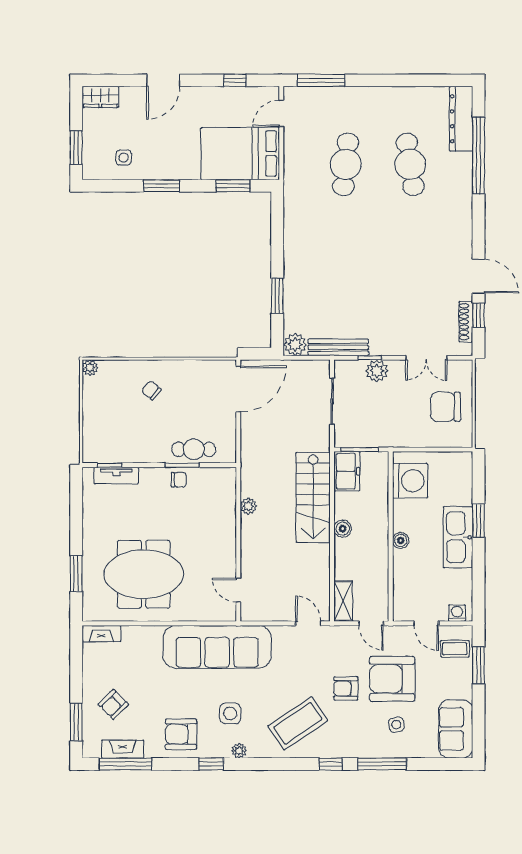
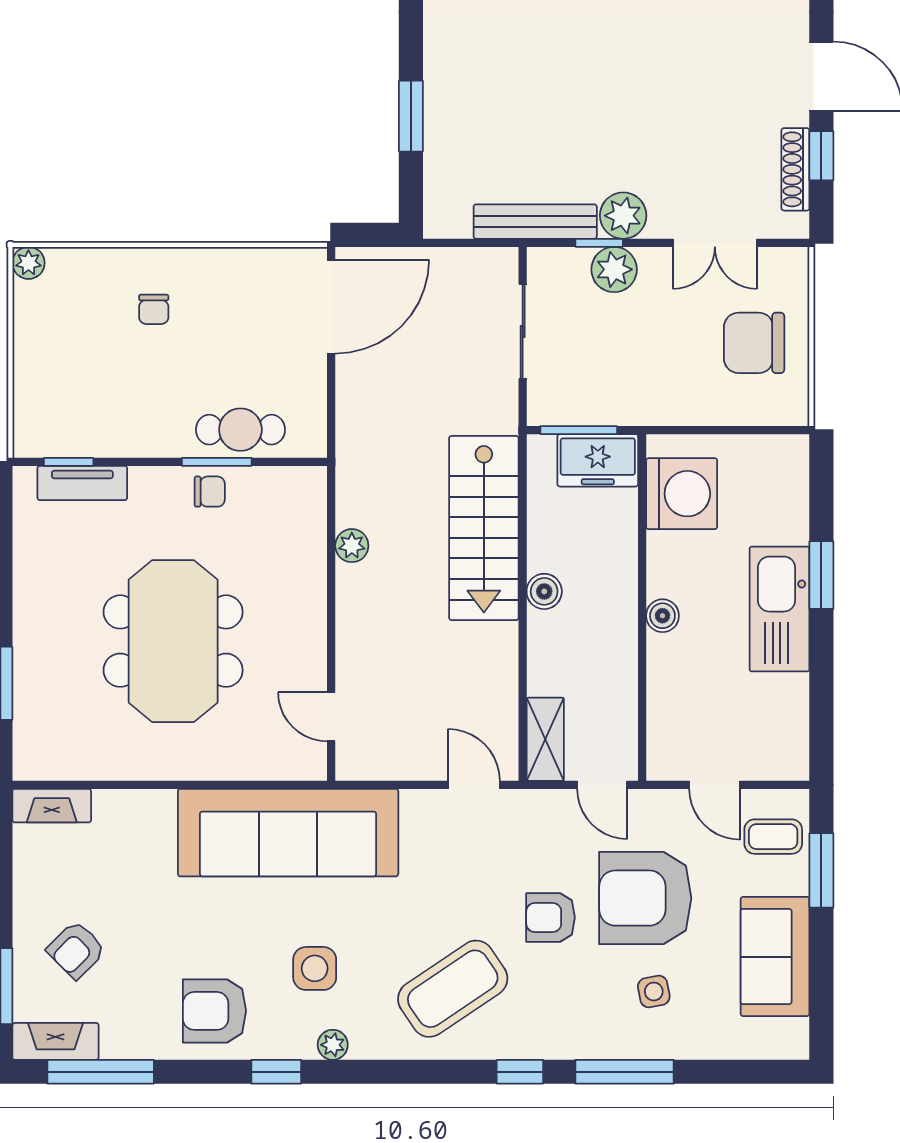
plant: (295, 344) -> (623, 216), moved
chair: (151, 390) -> (154, 309), turned -129
freezer: (347, 471) -> (598, 460), moved, turned 90
meeting table: (144, 574) -> (173, 641), moved, turned 90
washing machine: (457, 613) -> (778, 764), removed
sofa: (456, 729) -> (775, 957), moved
fireplace: (123, 749) -> (55, 1041), moved

